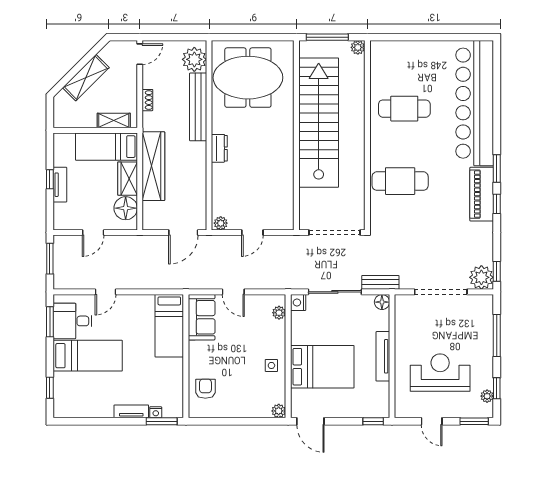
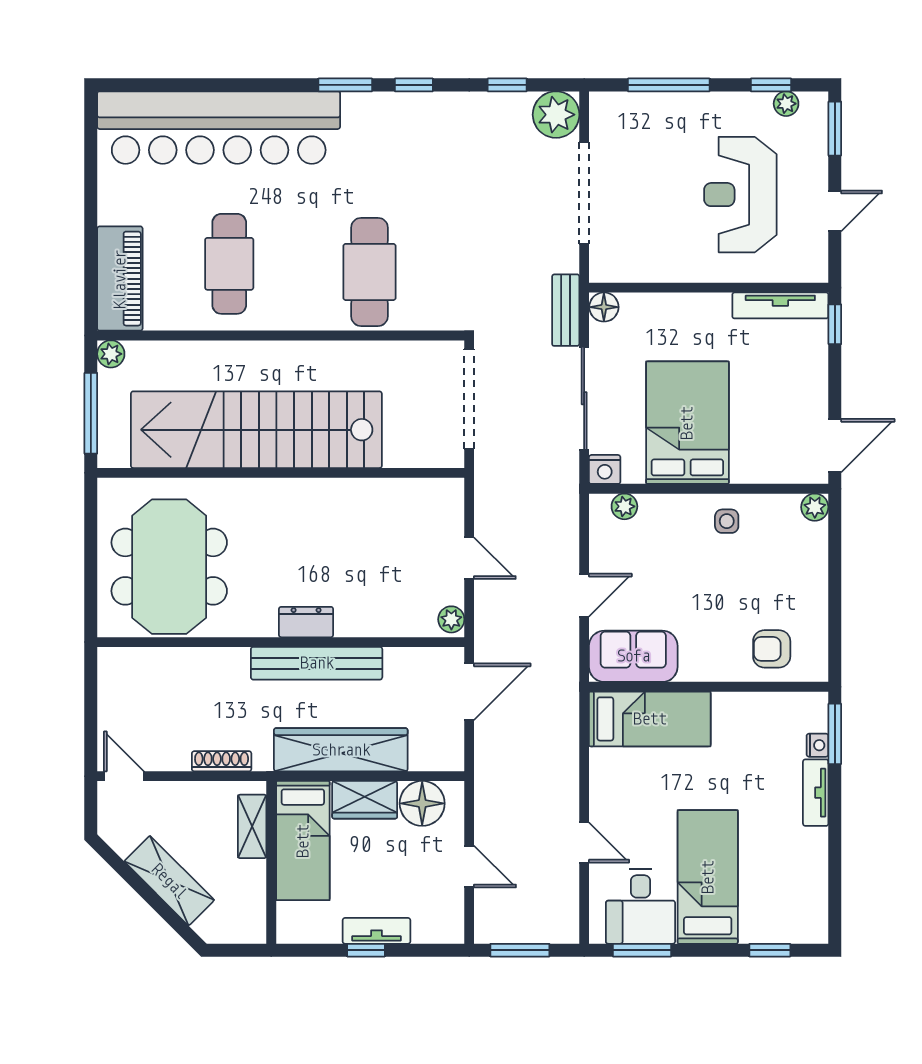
plant: (194, 59) -> (134, 670), removed
shoe rack: (147, 100) -> (222, 761), width x1.43
bench: (198, 107) -> (317, 663), moved
piano: (482, 194) -> (120, 279), moved, turned -90
door: (183, 233) -> (469, 692), hinge flipped
window: (497, 271) -> (507, 85), moved
tv unit: (383, 356) -> (780, 305), moved
bed: (322, 367) -> (687, 423), moved

